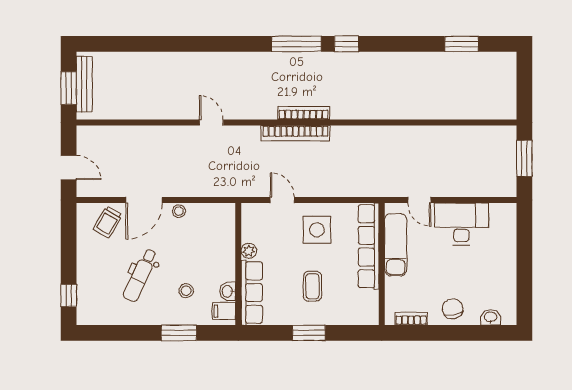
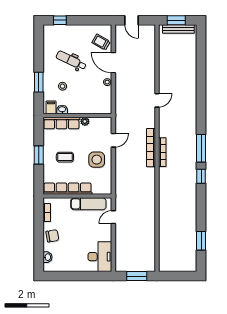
door: (69, 168) -> (132, 20), hinge flipped
desk: (461, 224) -> (100, 257), moved
row of seats: (369, 246) -> (67, 189), moved

